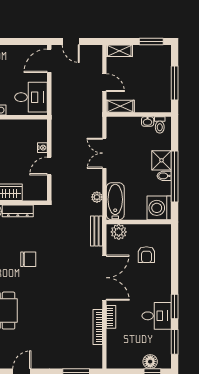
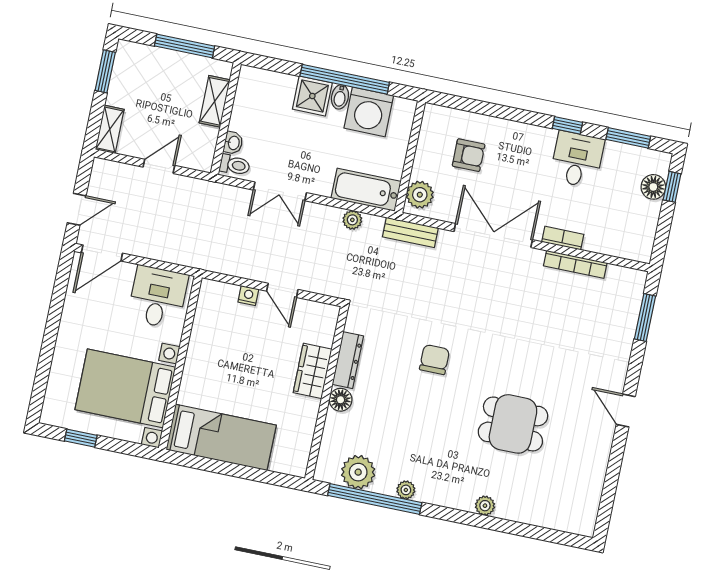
door: (49, 61) -> (102, 253), hinge flipped
shelving: (120, 106) -> (215, 101), moved
washbasin: (148, 121) -> (233, 143), moved
toilet: (160, 125) -> (235, 165), moved
washing machine: (159, 208) -> (369, 112), moved
window: (175, 306) -> (567, 125), width x0.67

